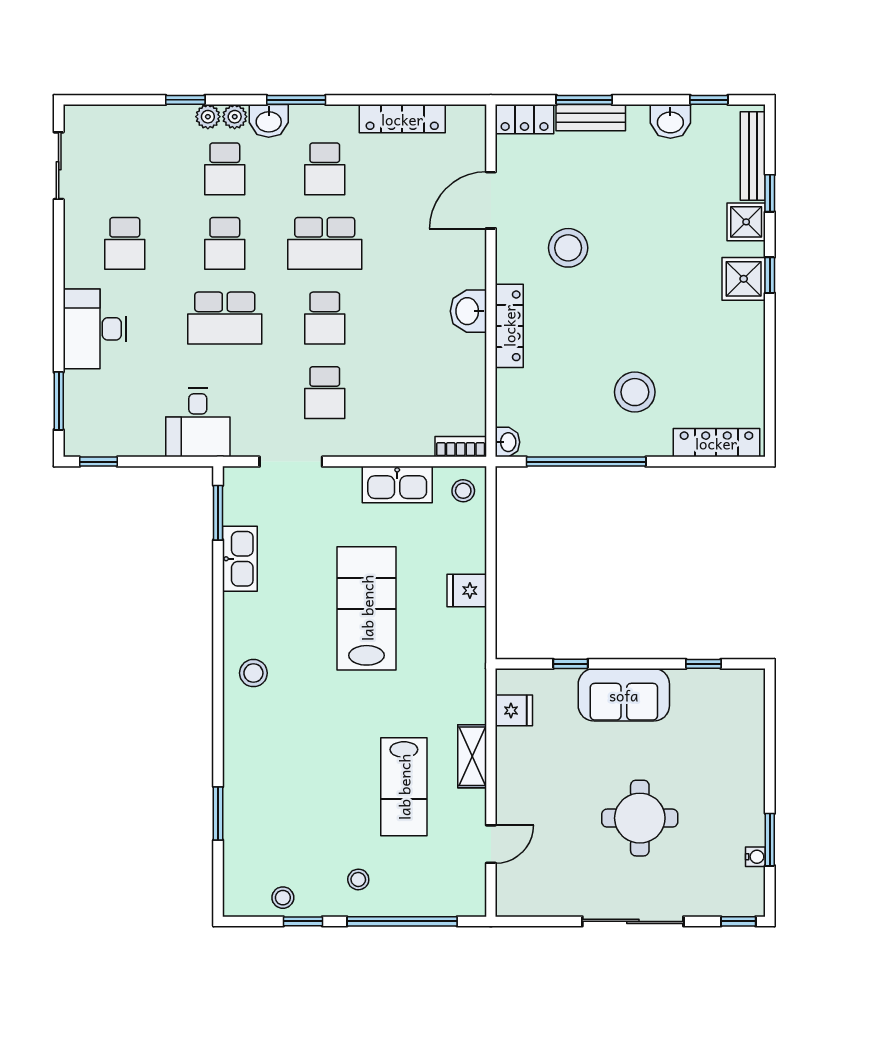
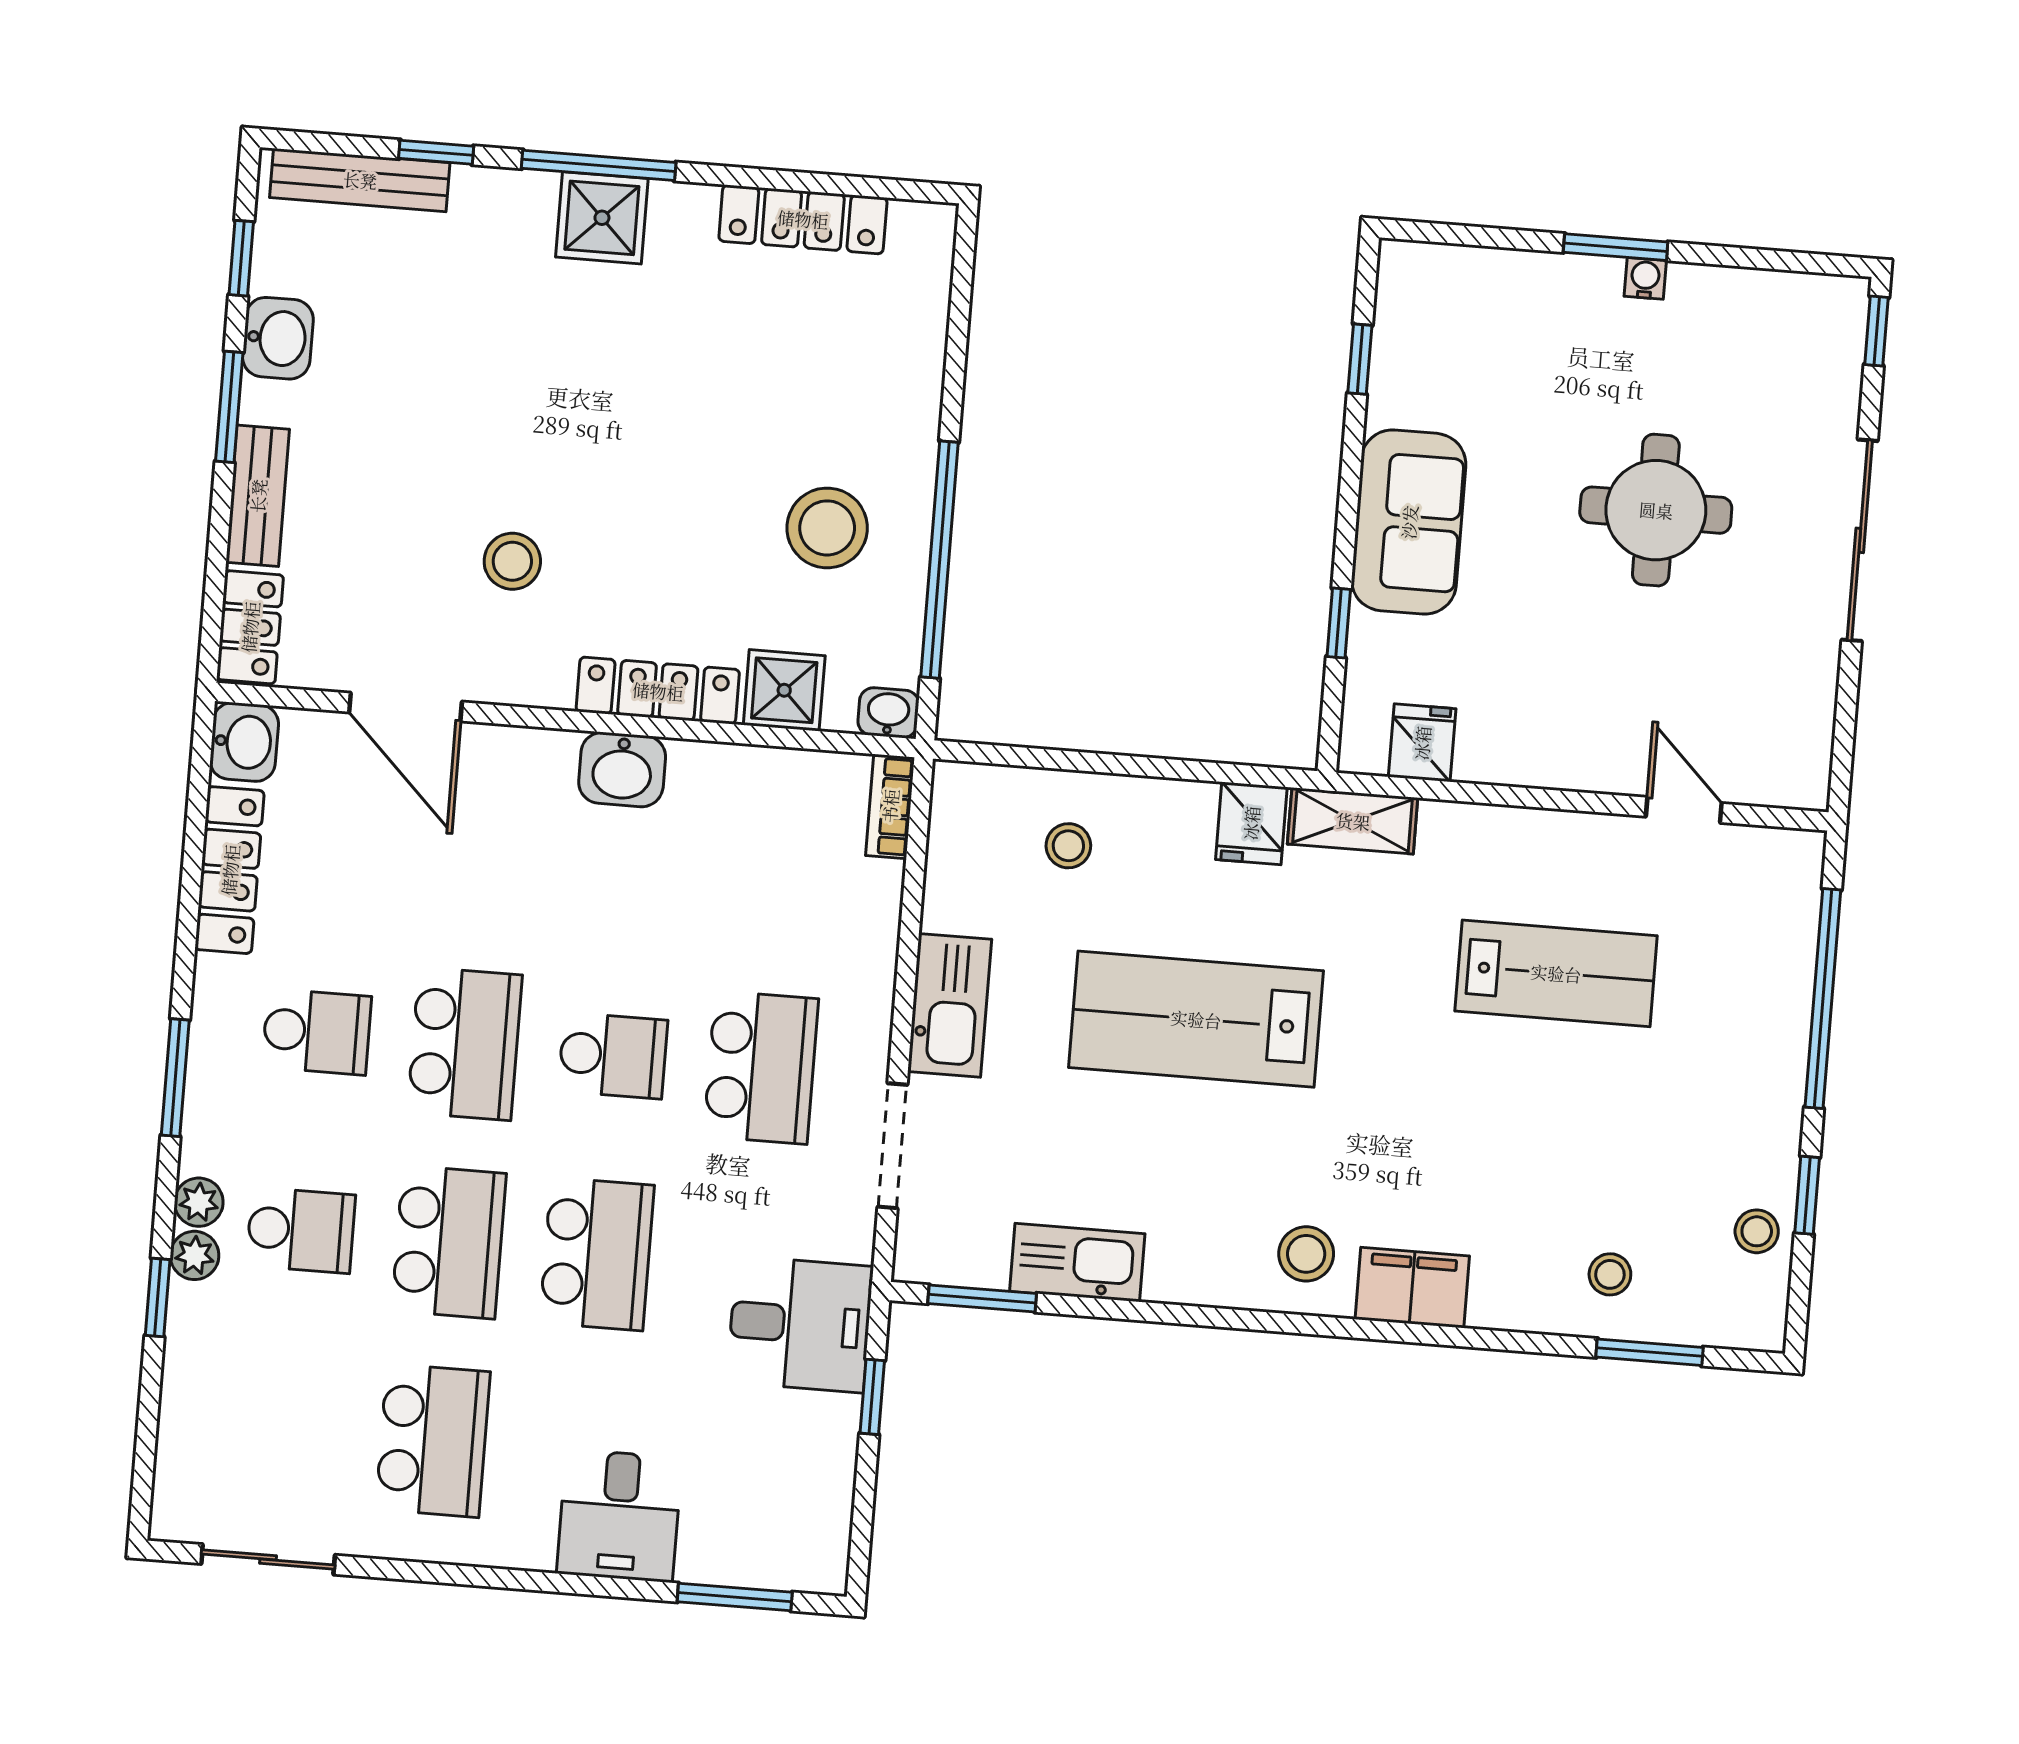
window: (584, 100) -> (229, 407), moved
washbasin: (269, 121) -> (244, 742), moved
shower: (746, 222) -> (784, 690), moved
school desk: (125, 243) -> (433, 1441), width x1.85
school desk: (225, 243) -> (449, 1242), width x1.85
stool: (568, 248) -> (512, 561), width x0.73, depth x0.73
window: (770, 275) -> (599, 165), width x2.17
desk: (95, 329) -> (619, 1516), width x0.73
stool: (635, 392) -> (827, 528), moved
school desk: (325, 393) -> (761, 1068), width x1.85
locker: (716, 443) -> (803, 219), moved, turned -90
window: (98, 462) -> (872, 1397), moved
kitchen sink: (397, 485) -> (950, 1005), moved
stool: (463, 491) -> (1068, 846), moved
fridge: (467, 591) -> (1251, 823), moved
filing cabinet: (241, 727) -> (1412, 1288), added
shelving: (472, 756) -> (1353, 821), moved
window: (218, 813) -> (1649, 1352), moved
window: (770, 840) -> (1616, 247), moved
water cooler: (755, 857) -> (1645, 278), moved
stool: (358, 879) -> (1610, 1274), moved

